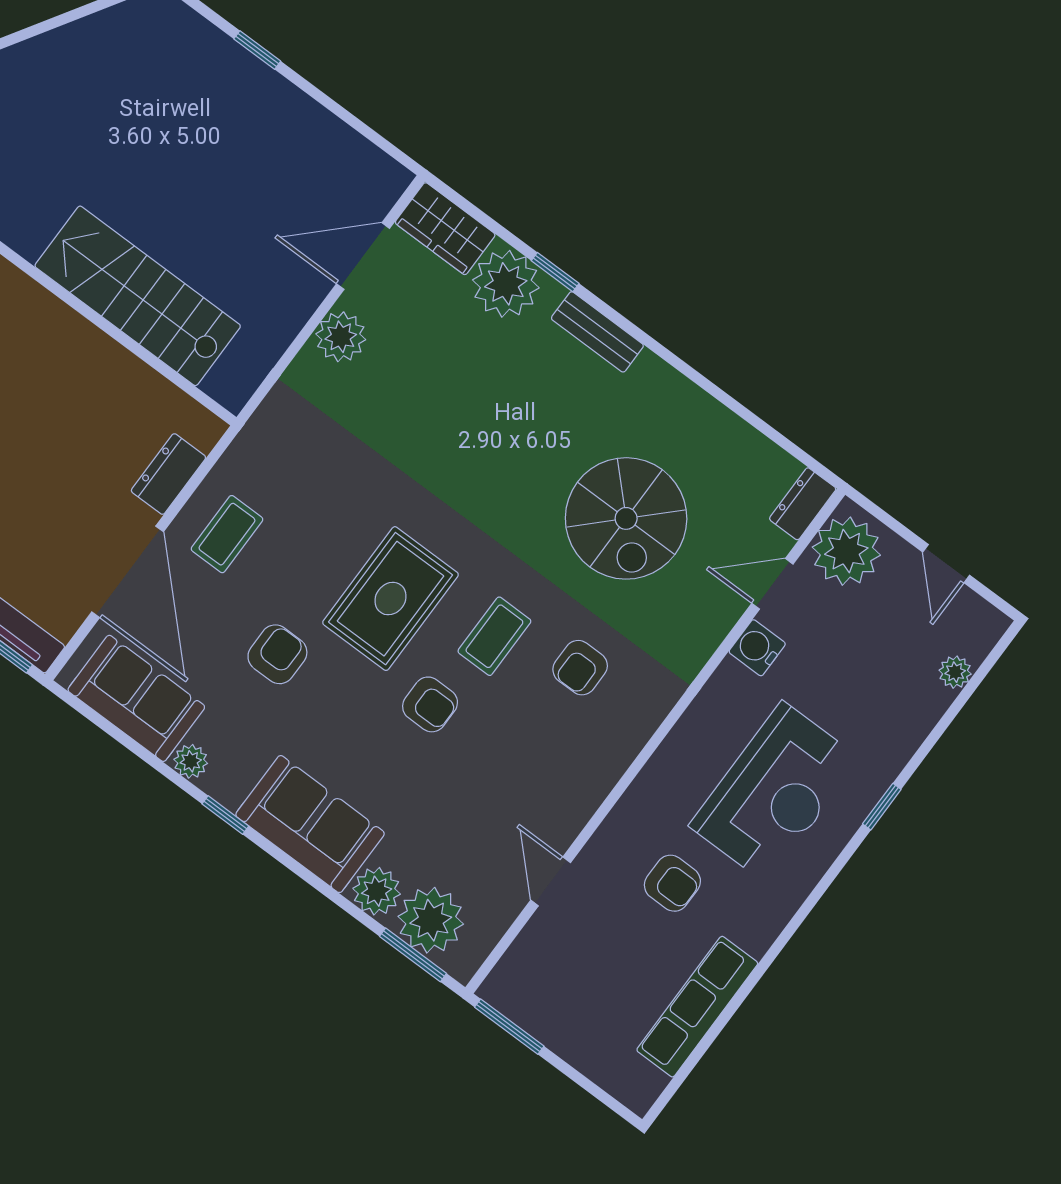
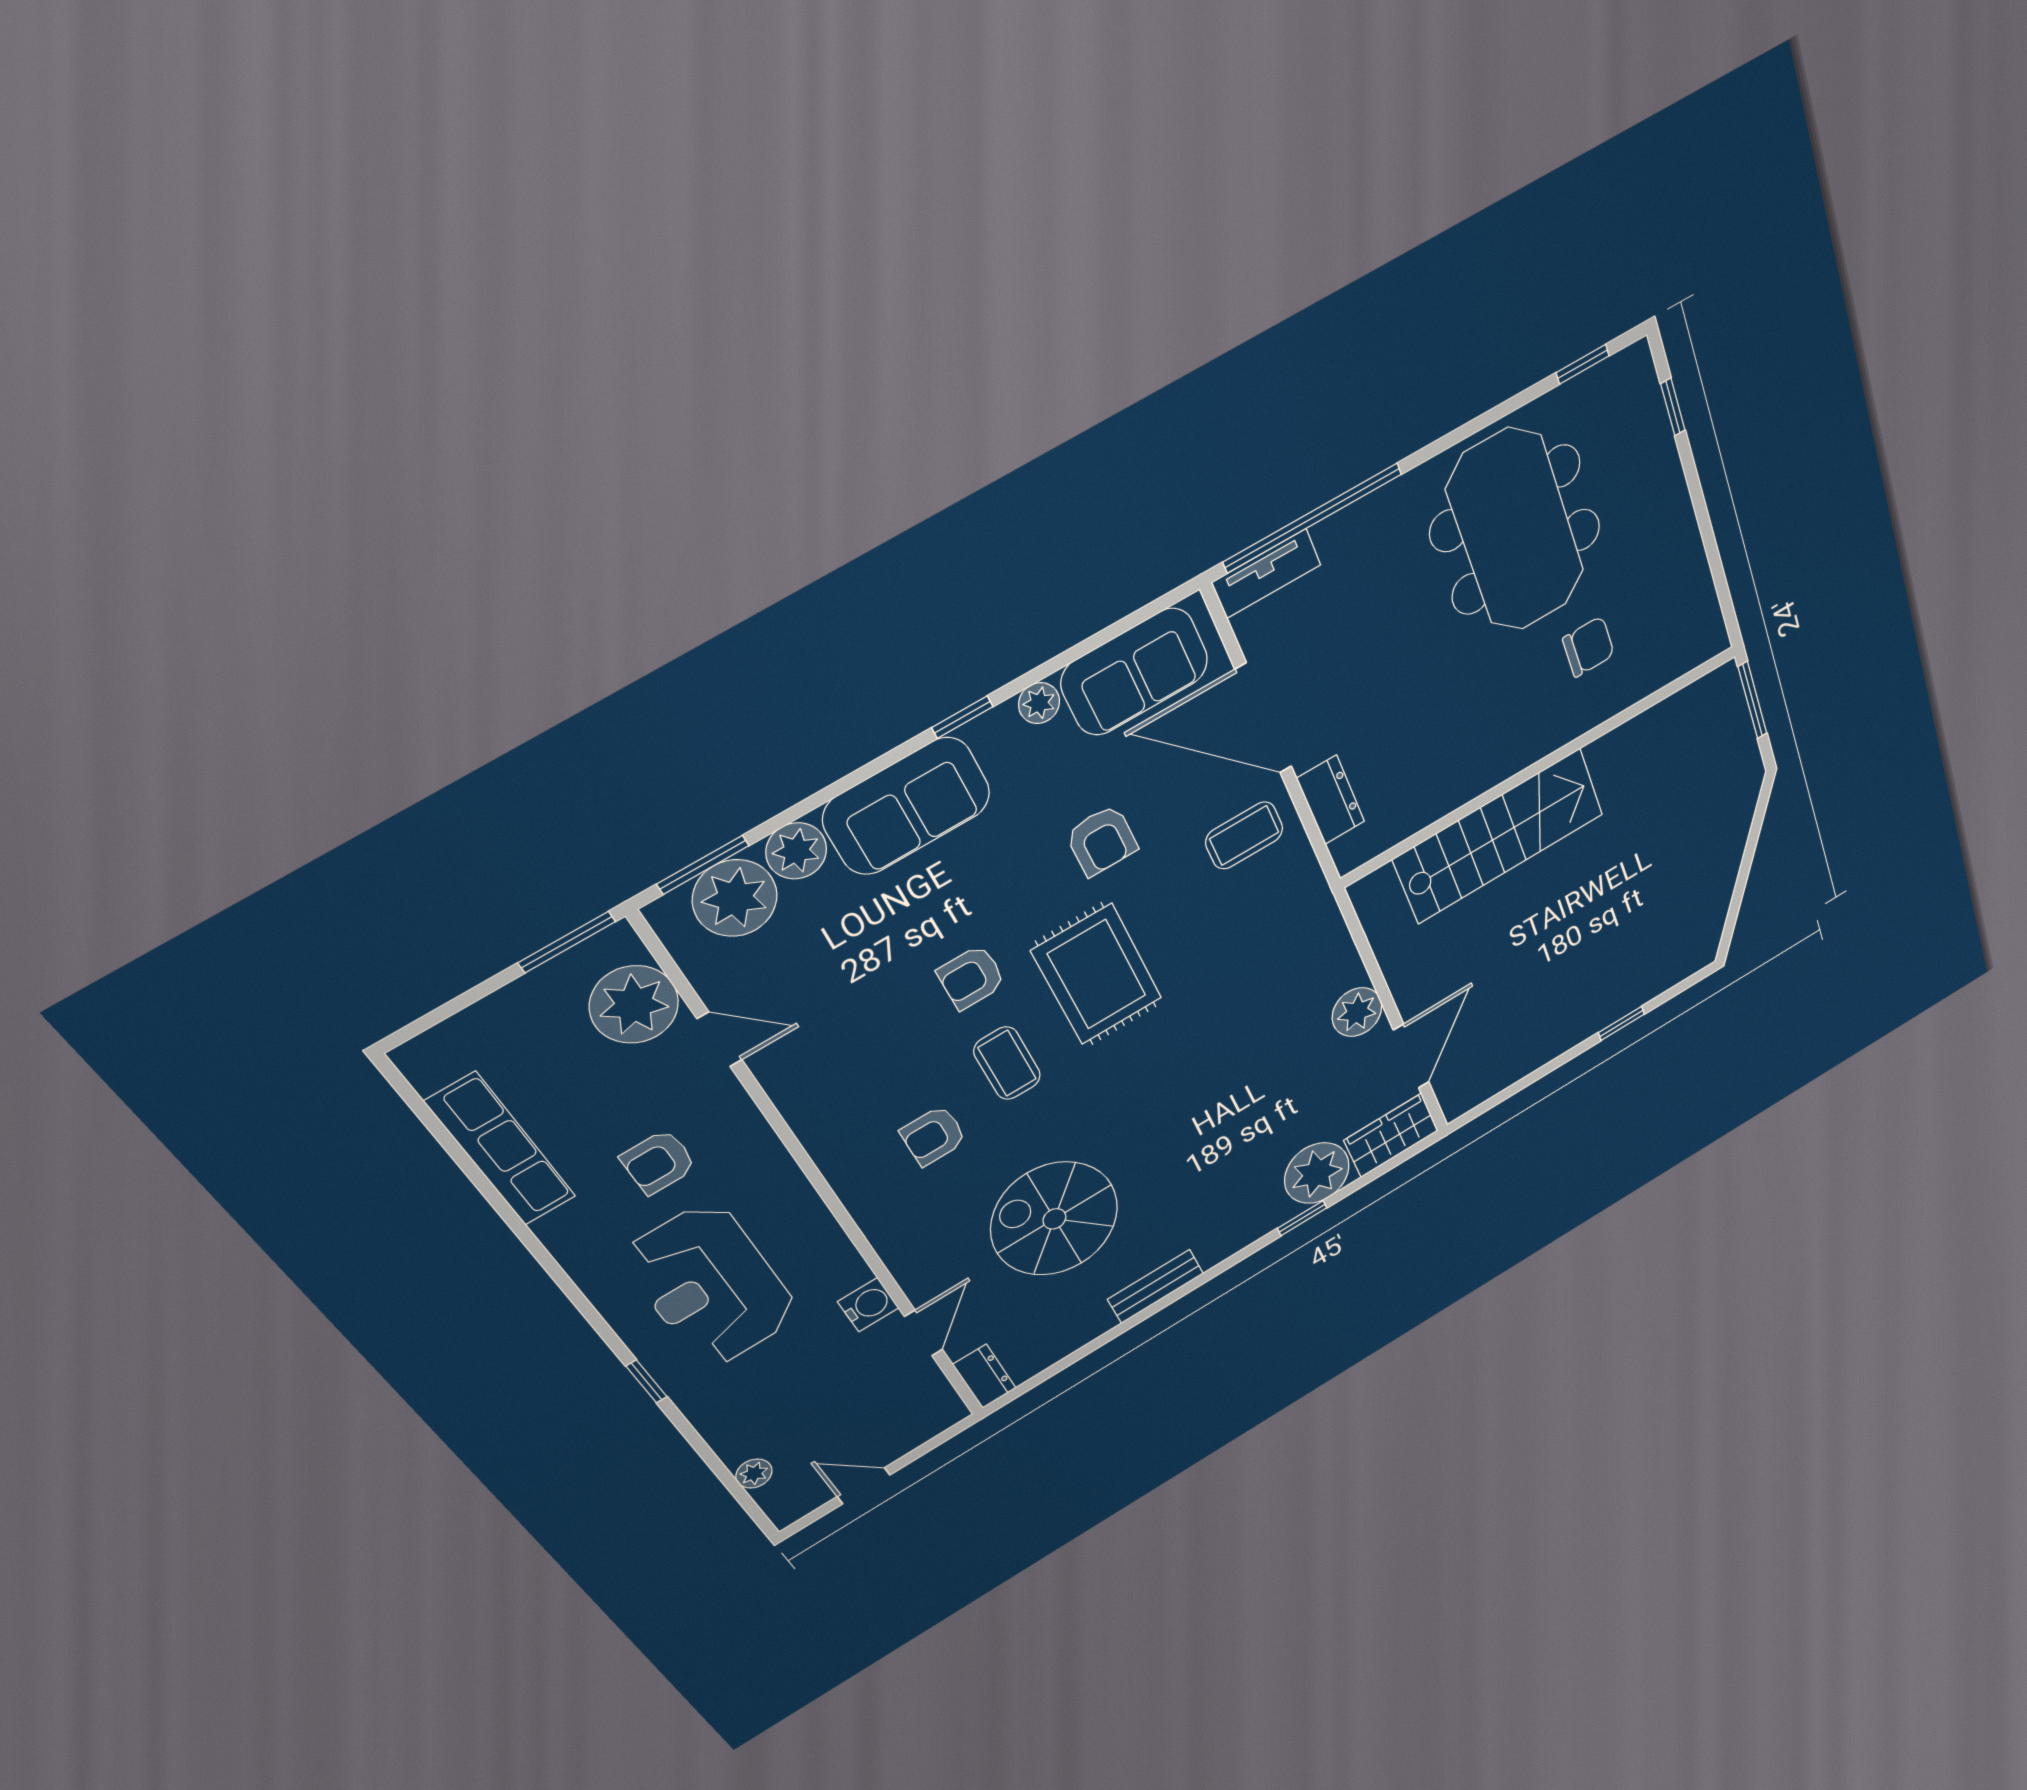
bench: (597, 332) -> (1156, 1286), moved
coffee table: (227, 534) -> (1244, 835), turned 90
plant: (846, 551) -> (634, 1005), moved
armchair: (580, 668) -> (933, 1136), turned -90

